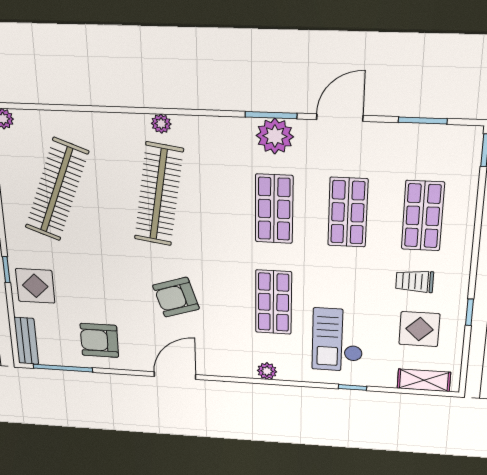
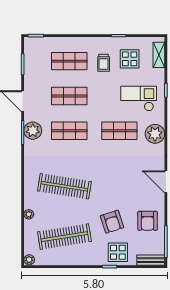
plant: (161, 124) -> (29, 214), moved
clothes rail: (57, 190) -> (64, 237), turned -30
armchair: (176, 297) -> (112, 222), moved
checkout: (338, 340) -> (139, 99), turned 180
plant: (267, 371) -> (155, 134), width x1.88, depth x1.88

